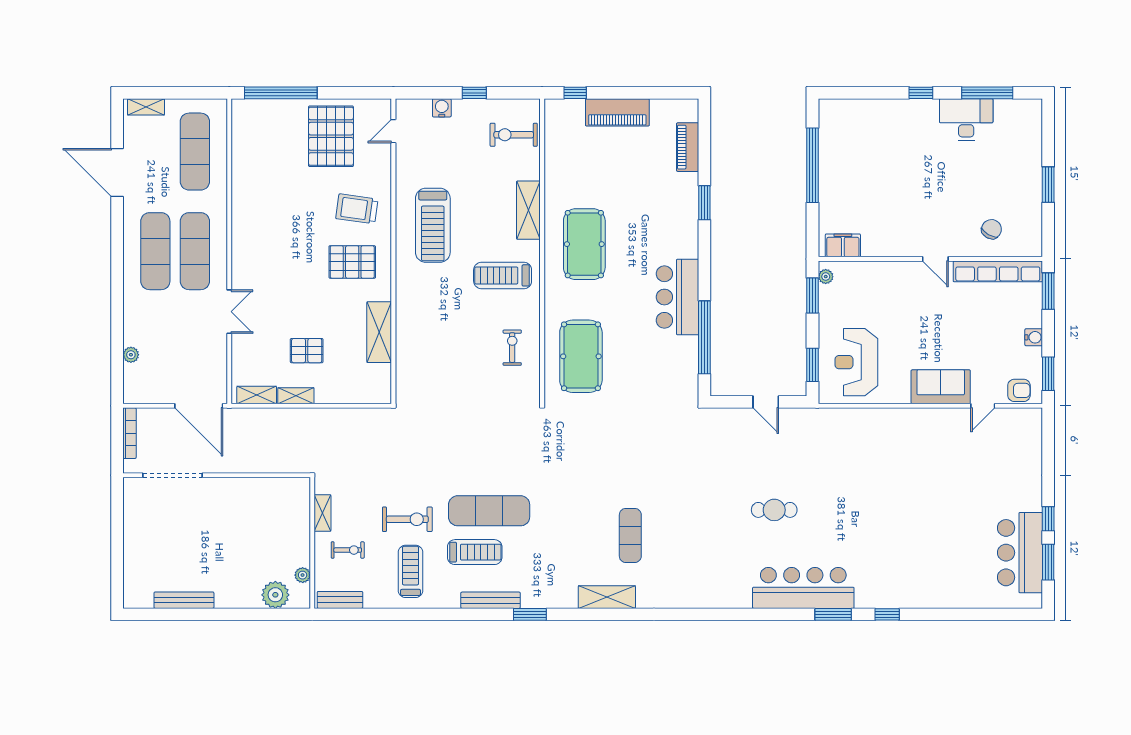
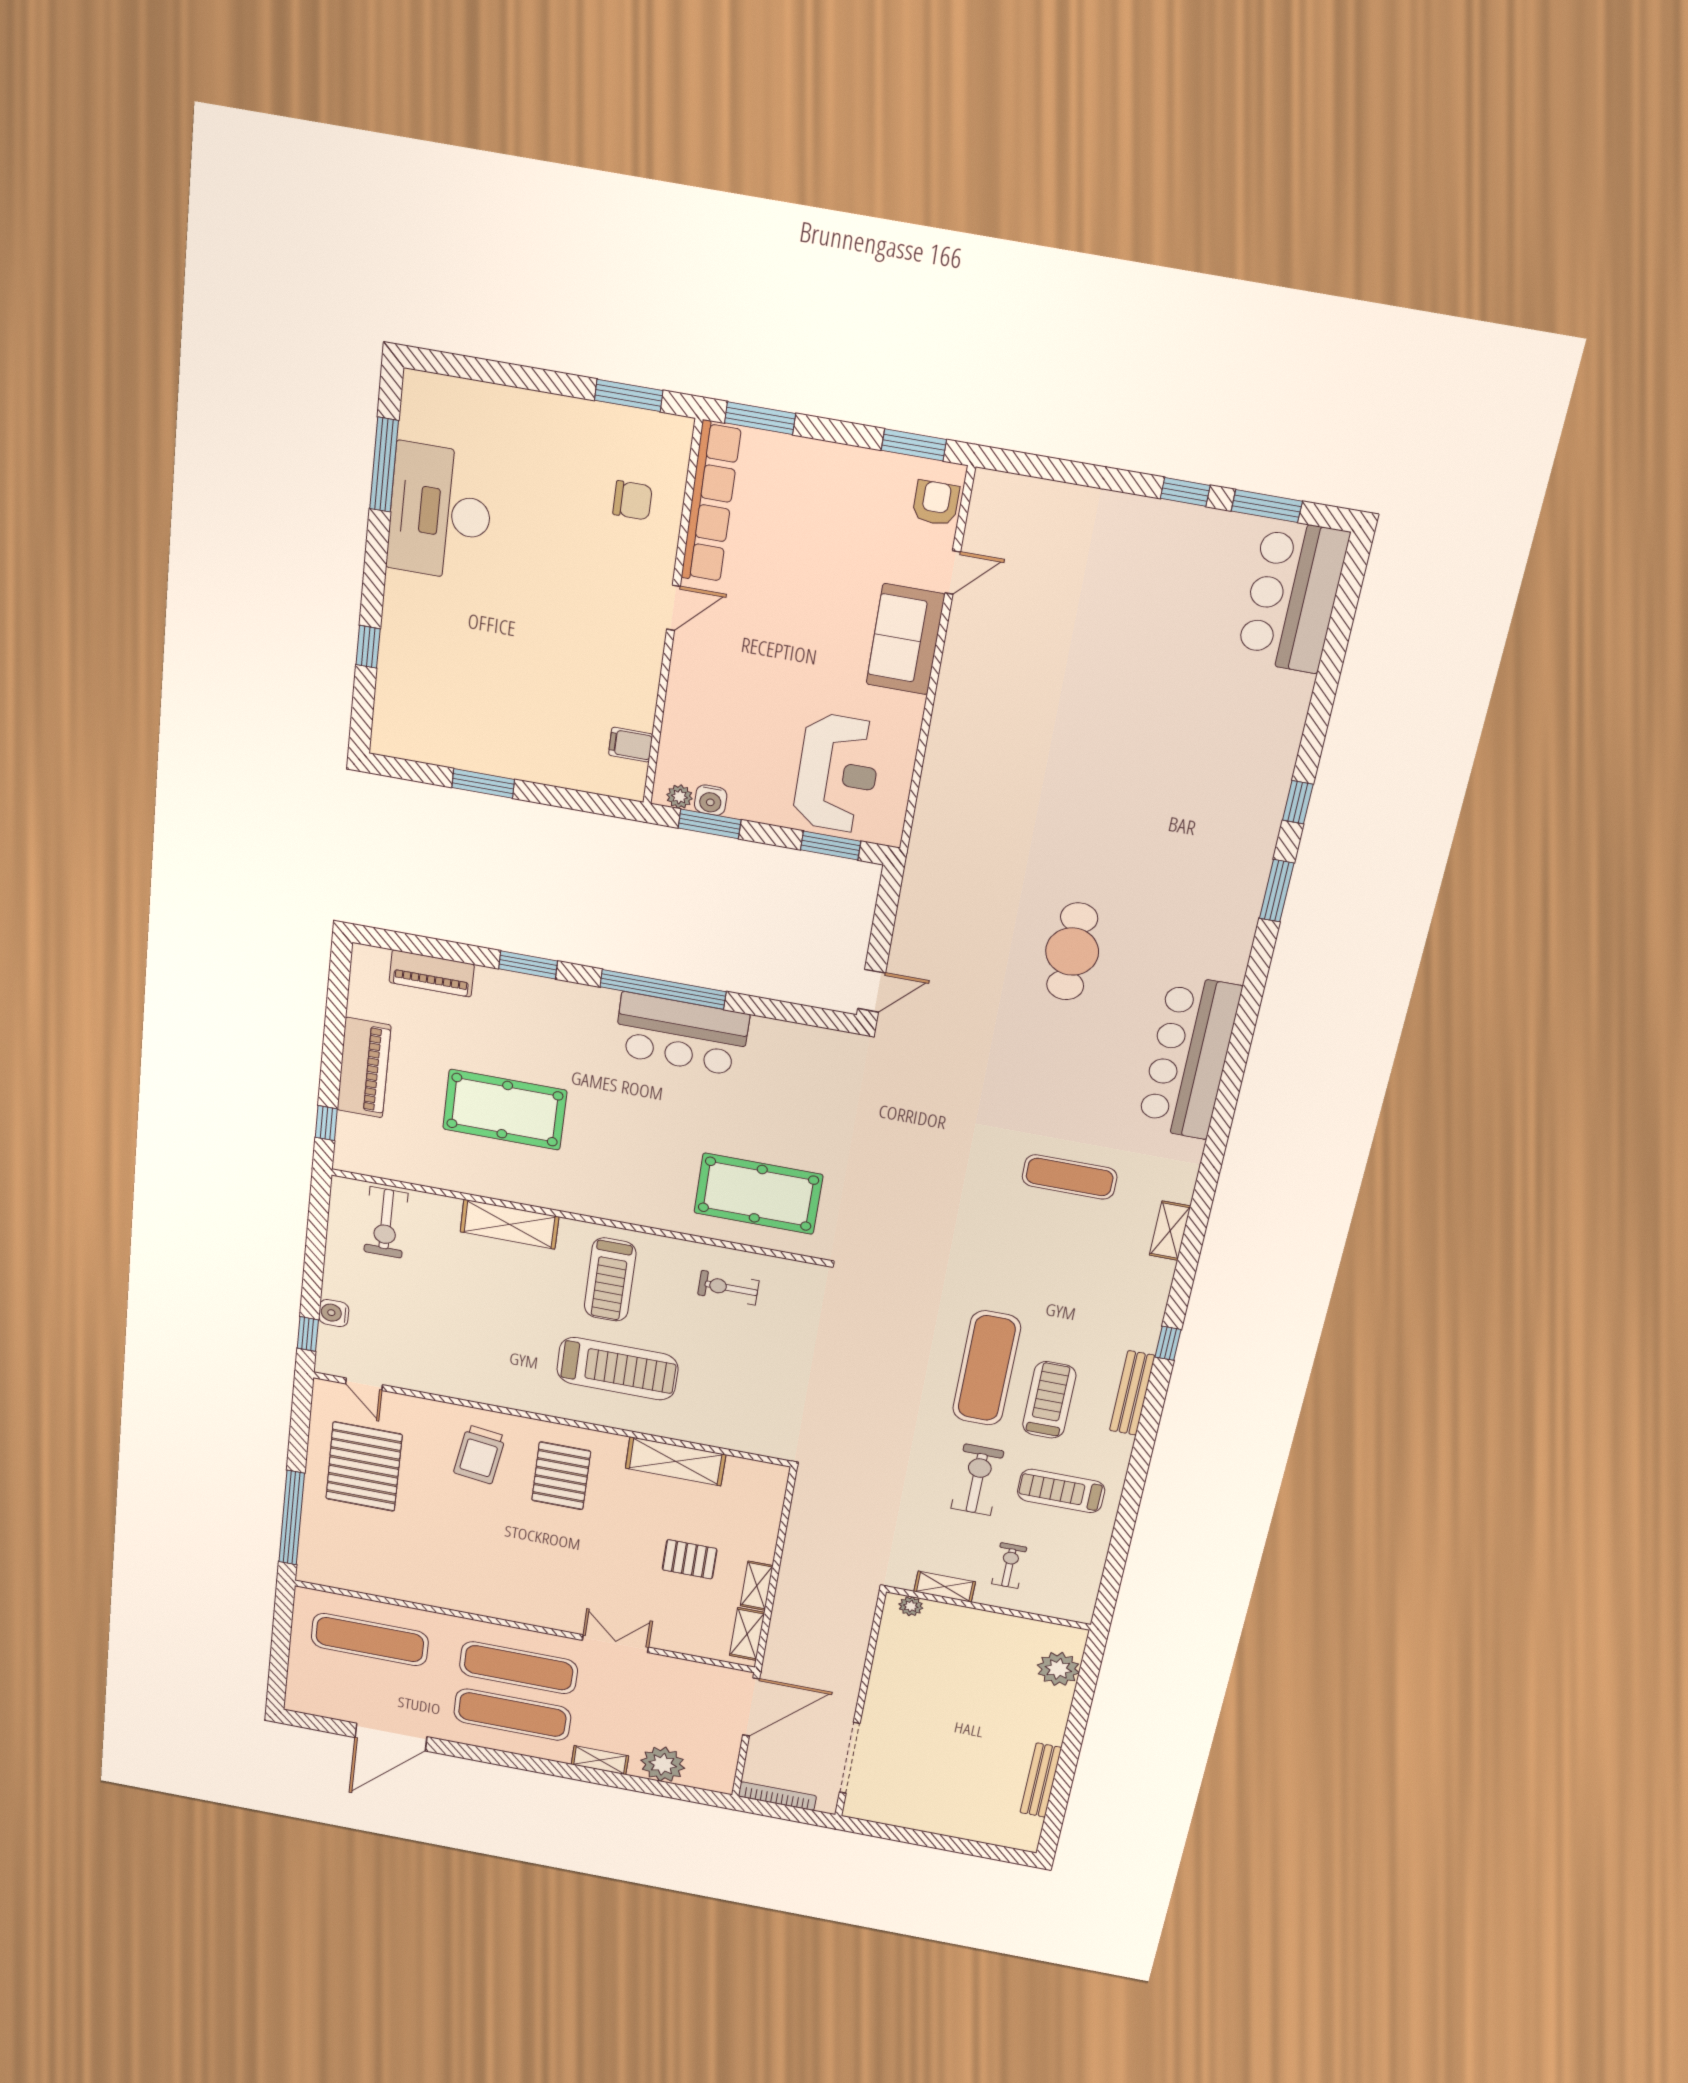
window: (474, 93) -> (308, 1334), moved
window: (921, 93) -> (368, 647), moved
shelving: (146, 107) -> (600, 1760), moved, turned 90
desk: (966, 120) -> (440, 512), width x1.36, depth x1.30
pallet: (331, 136) -> (364, 1467), turned 90
window: (812, 165) -> (483, 783), width x0.47
window: (1048, 185) -> (629, 395), moved
treadmill: (433, 225) -> (617, 1369), moved
chair: (992, 229) -> (632, 500), turned 150
pool table: (584, 244) -> (505, 1110), moved
filing cabinet: (843, 245) -> (631, 745), width x0.50
window: (704, 337) -> (663, 989), moved
water cooler: (1034, 337) -> (711, 800), moved, turned 180
pallet: (307, 351) -> (690, 1559), turned 90
plant: (131, 355) -> (663, 1764), width x1.87, depth x1.87
reception desk: (856, 362) -> (837, 773), turned -90
door: (766, 402) -> (872, 991), moved
door: (983, 406) -> (953, 572), hinge flipped
cafe table: (774, 510) -> (1072, 952), width x1.37, depth x1.35
bar counter: (1020, 553) -> (1293, 596), moved, turned 90
plant: (303, 575) -> (911, 1606), moved
bar counter: (803, 588) -> (1189, 1057), moved
shelving: (607, 597) -> (1170, 1231), width x0.67, depth x0.75
bench: (340, 600) -> (1085, 1590), removed
window: (530, 614) -> (1168, 1343), width x0.67

